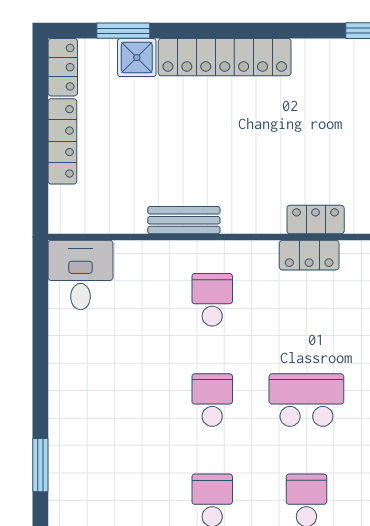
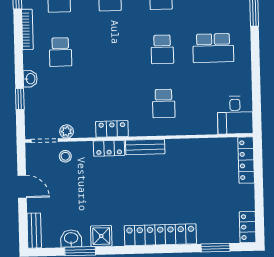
shower: (137, 58) -> (101, 236), moved
locker: (62, 141) -> (246, 160), moved
bench: (184, 220) -> (145, 147), moved
school desk: (306, 400) -> (213, 48), moved

